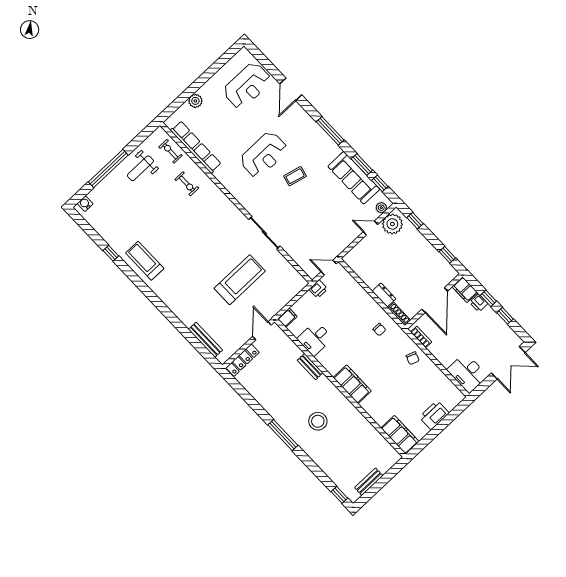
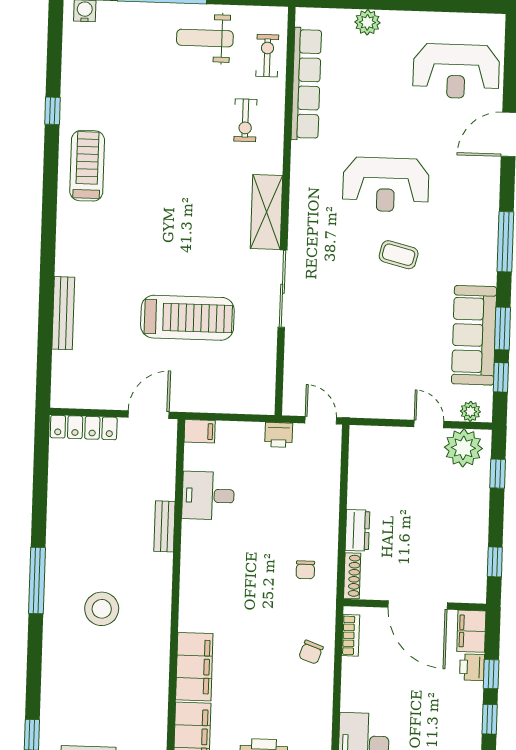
shelving: (229, 210) -> (267, 212), added
door: (435, 300) -> (418, 605), hinge flipped
bench: (205, 340) -> (63, 313), moved
filing cabinet: (352, 384) -> (194, 667), moved

